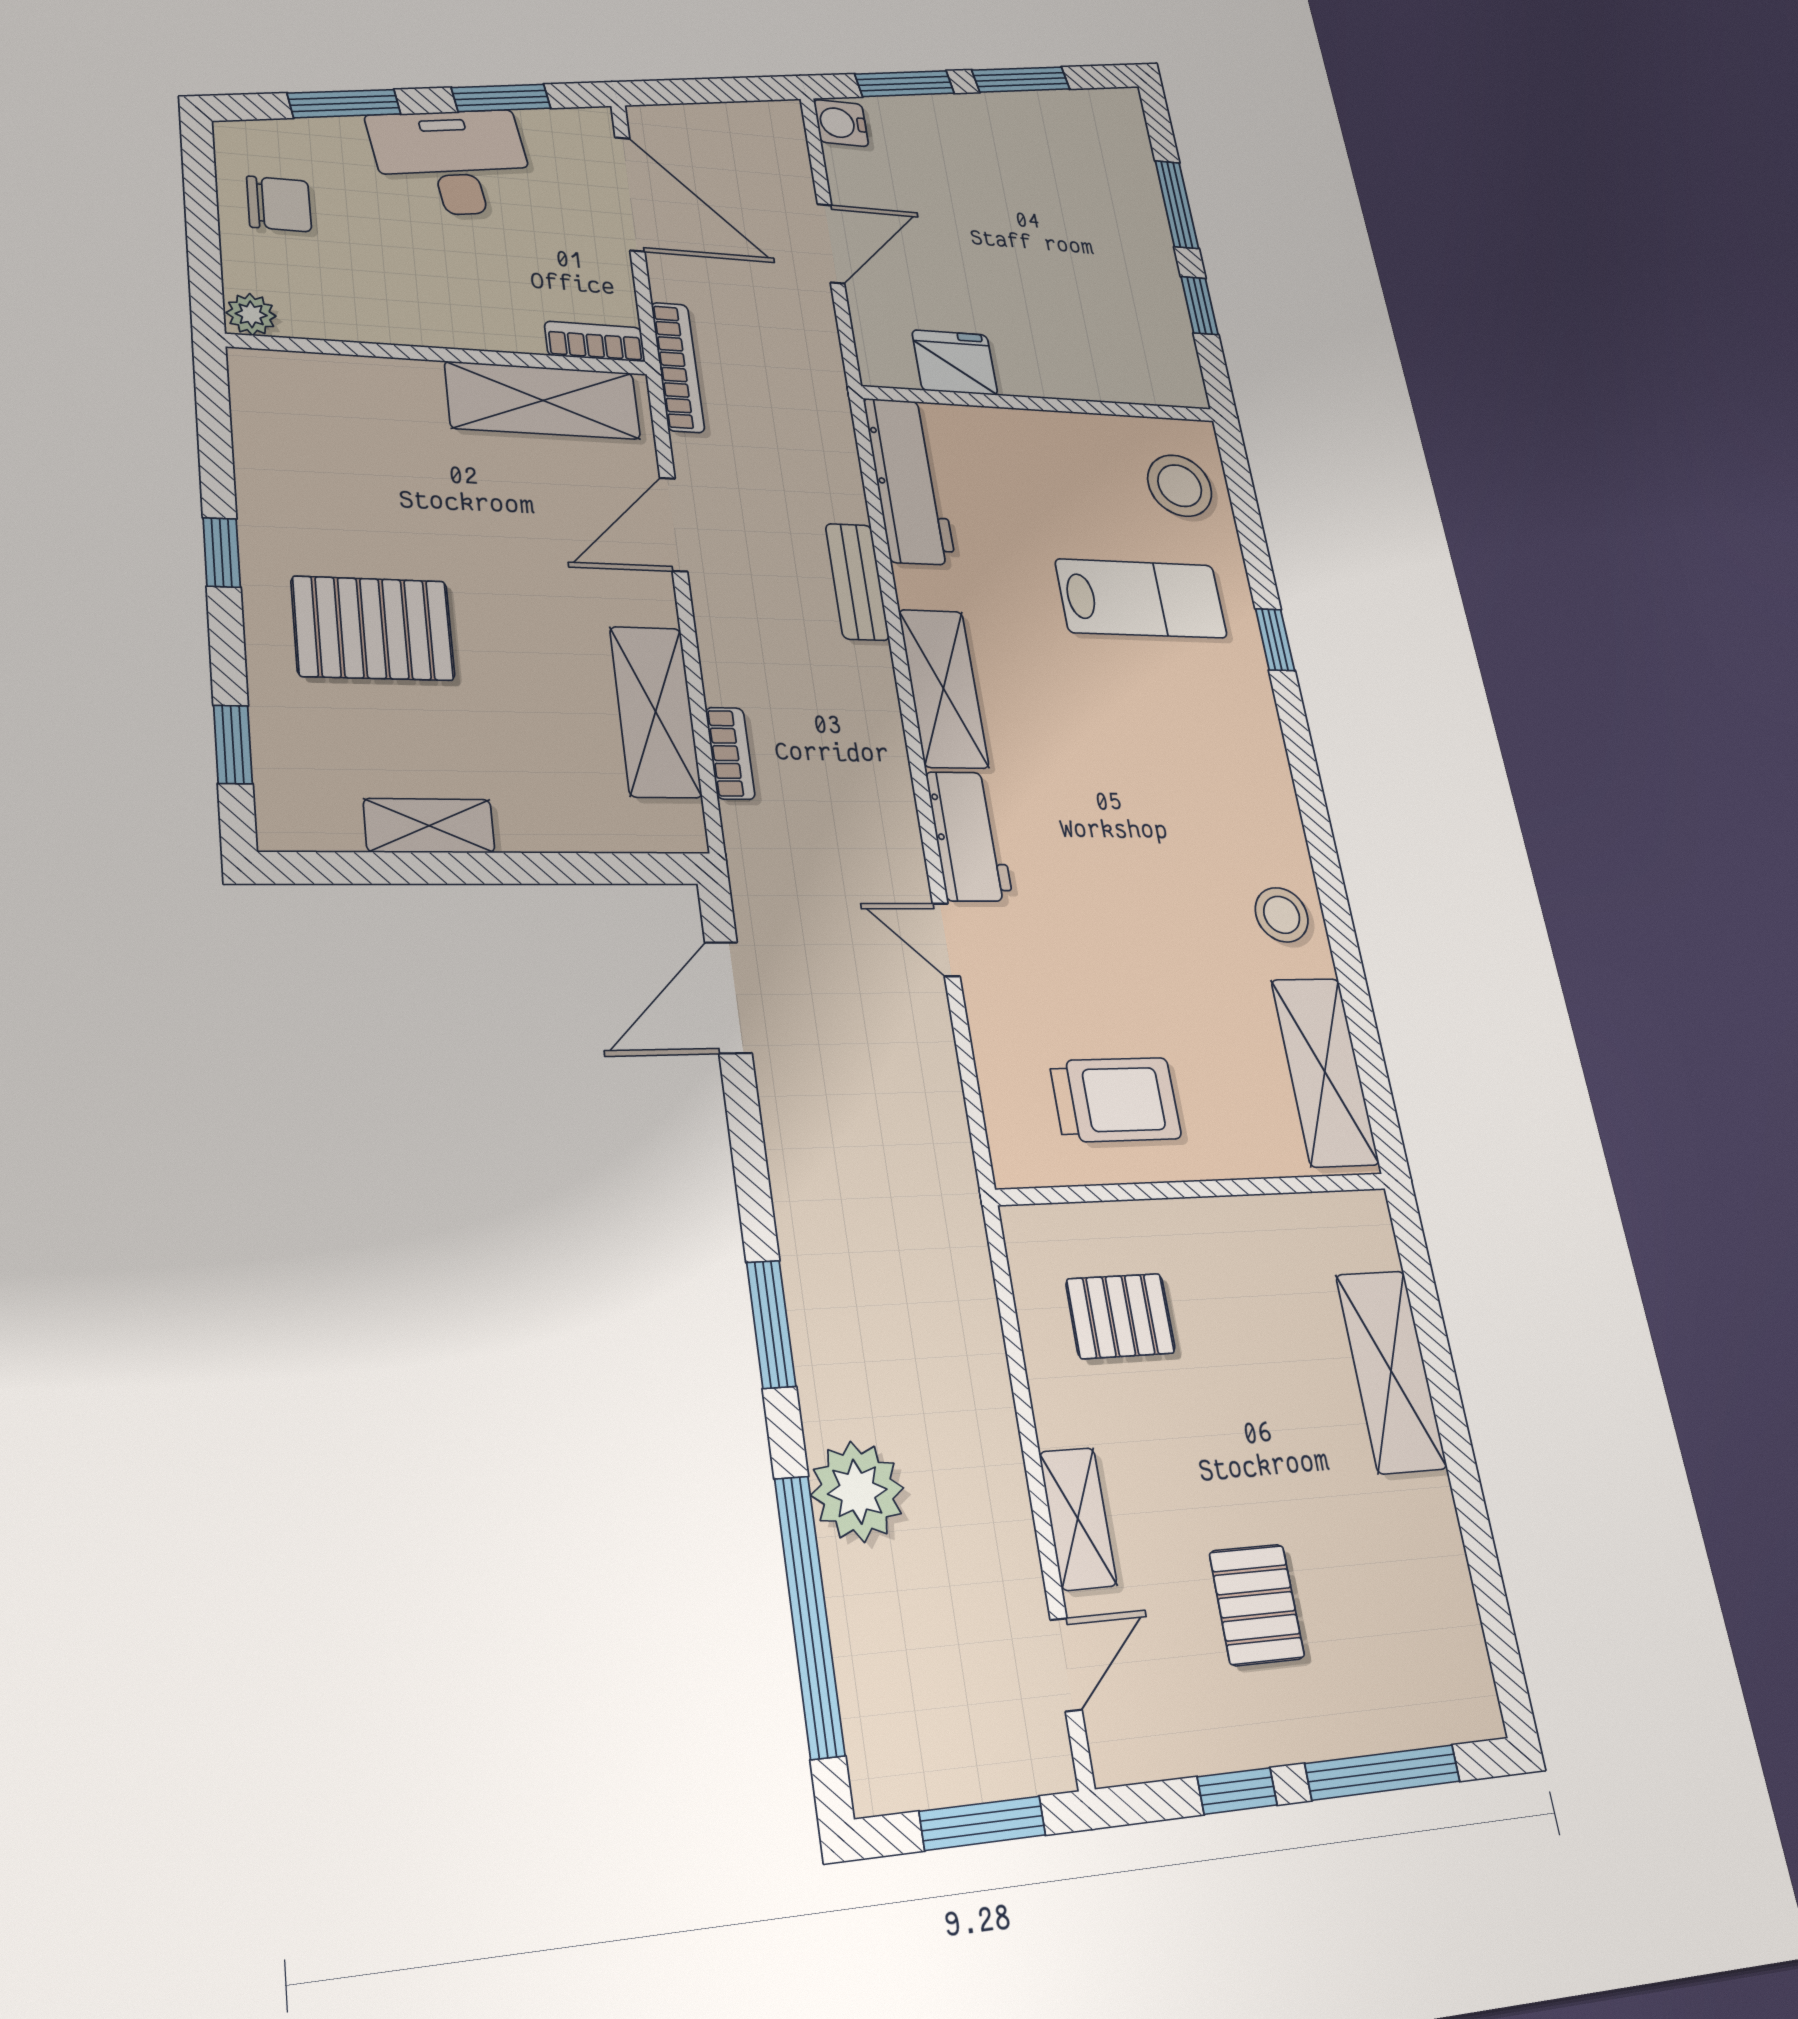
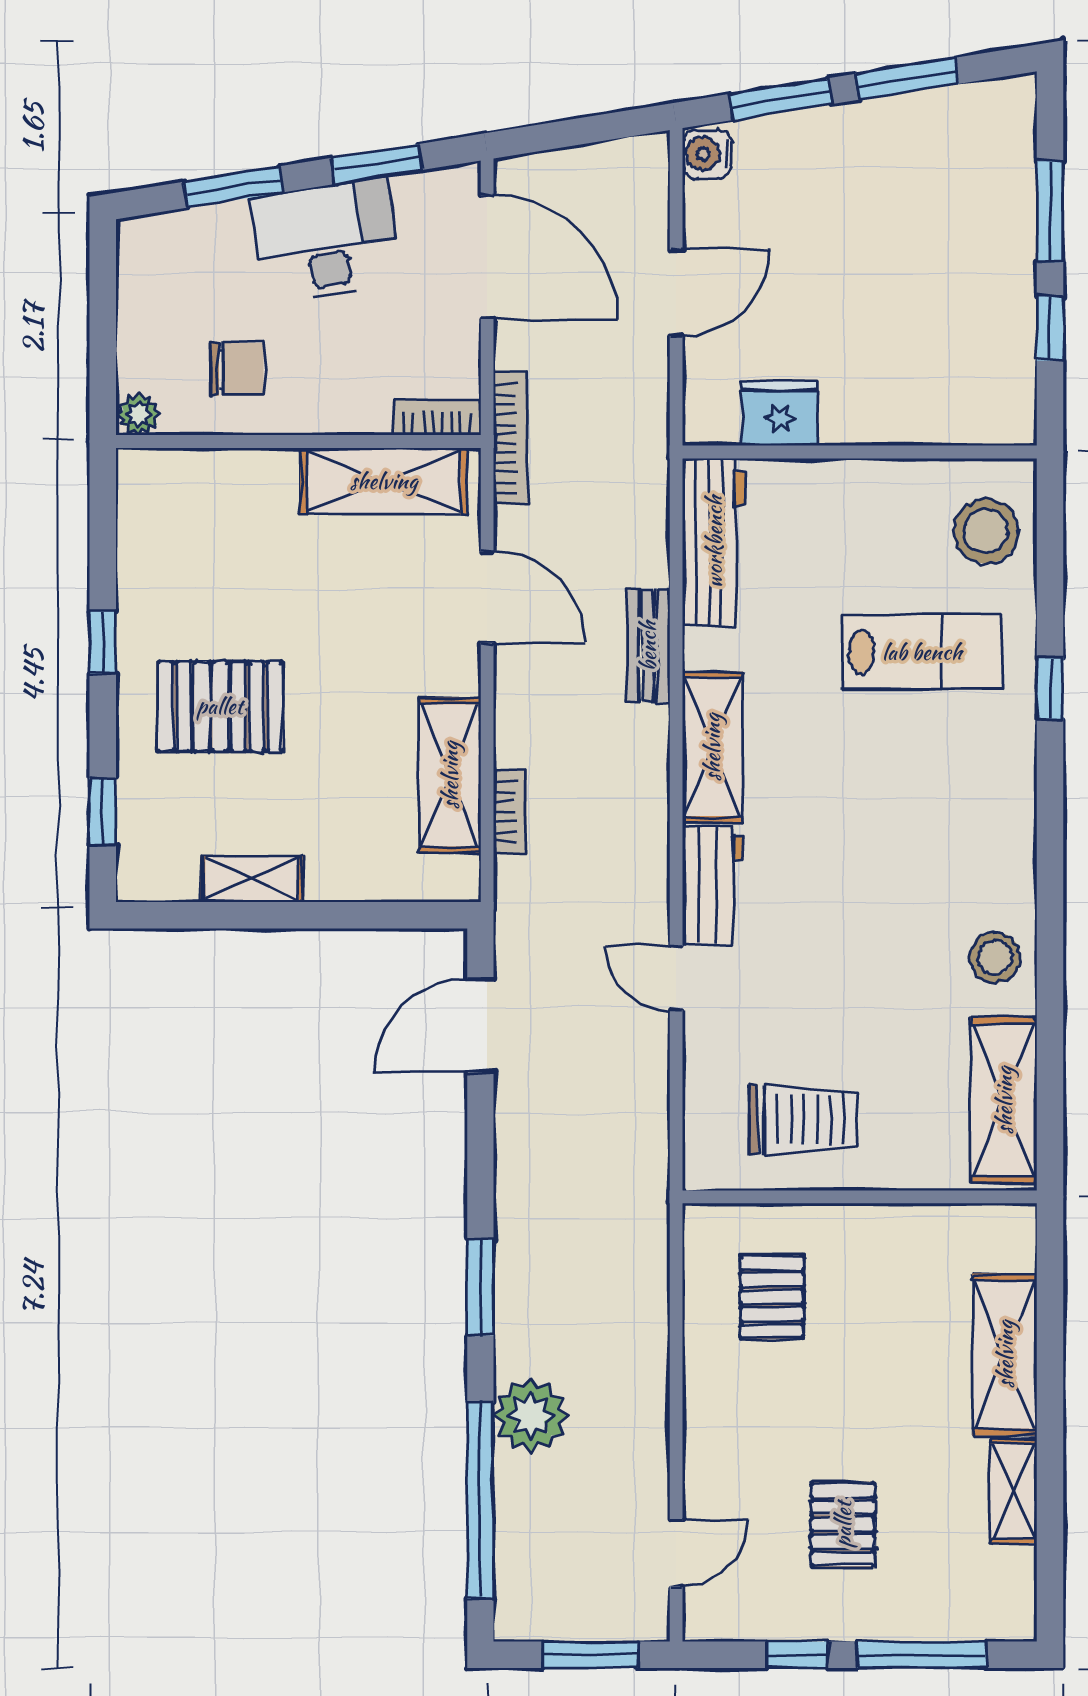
chair: (279, 204) -> (237, 369), moved
door: (674, 524) -> (487, 597), swing flipped
pallet: (1120, 1316) -> (772, 1297), turned 90
shelving: (1078, 1519) -> (1014, 1491), moved

